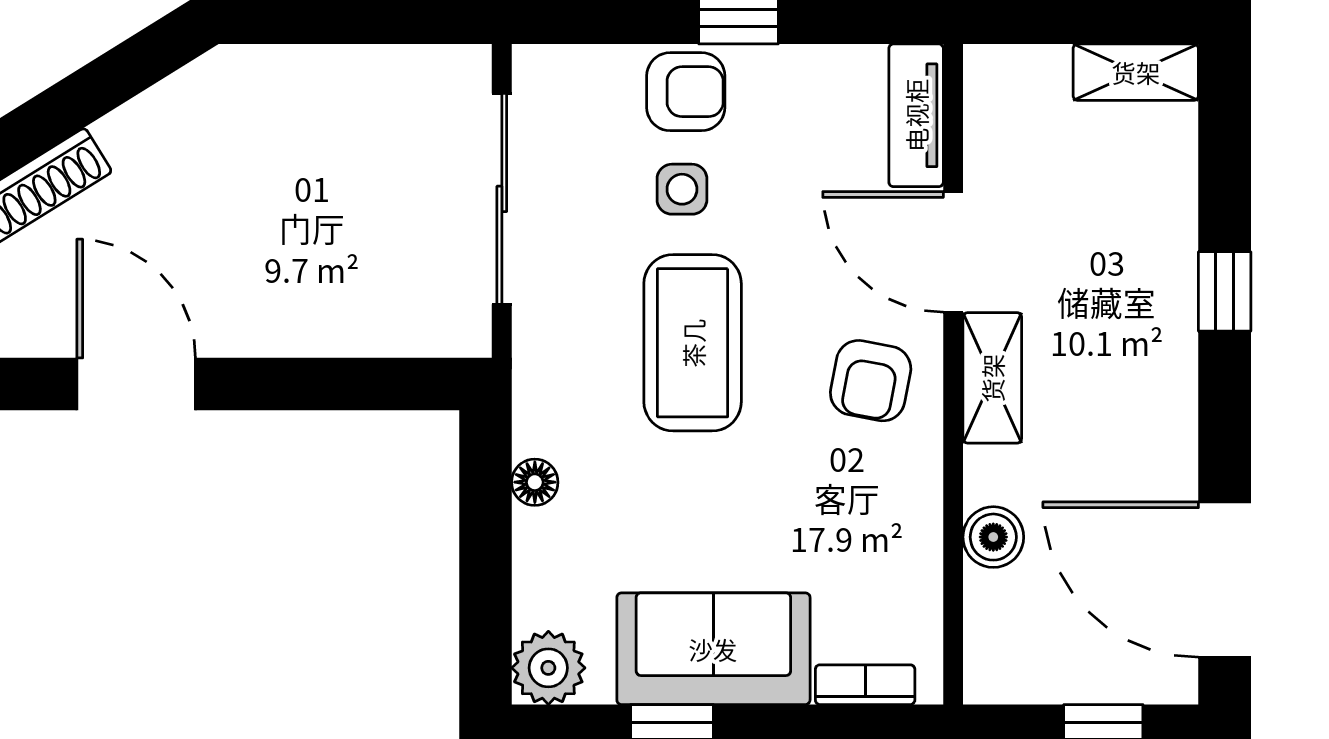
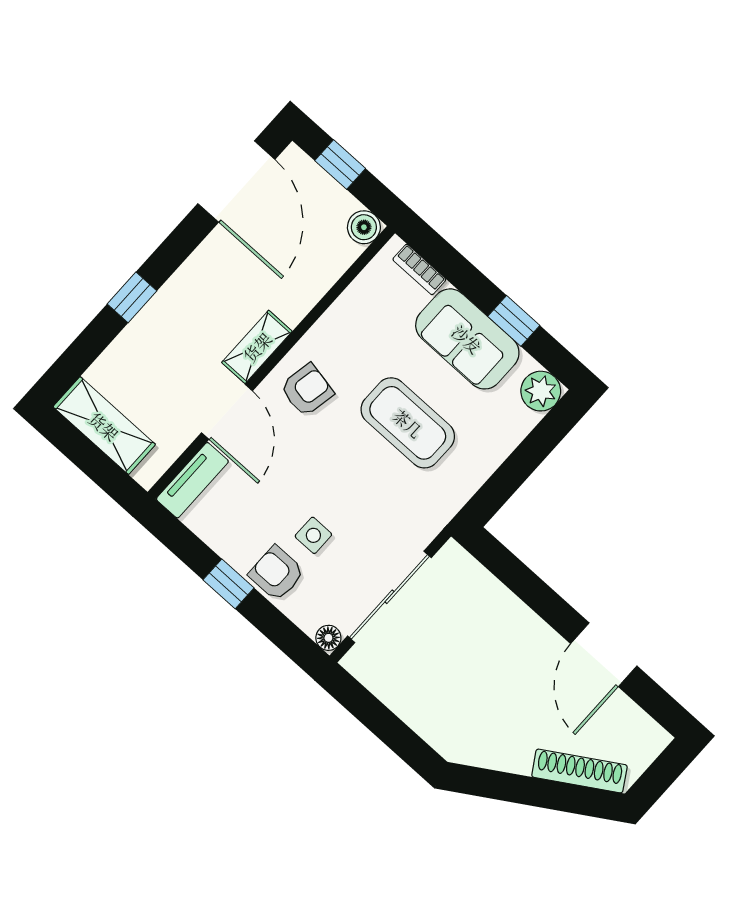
shelving: (1136, 72) -> (104, 426), width x1.50, depth x1.33
coffee table: (693, 343) -> (408, 423), moved, turned 90
floor lamp: (535, 482) -> (328, 638), moved
boiler: (993, 537) -> (364, 227), moved

